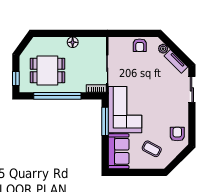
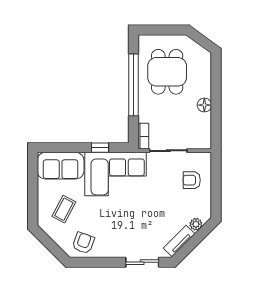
armchair: (140, 45) -> (192, 180), moved
window: (16, 78) -> (157, 30), removed
window: (105, 121) -> (100, 148), width x0.46
armchair: (177, 134) -> (83, 243), turned -70

